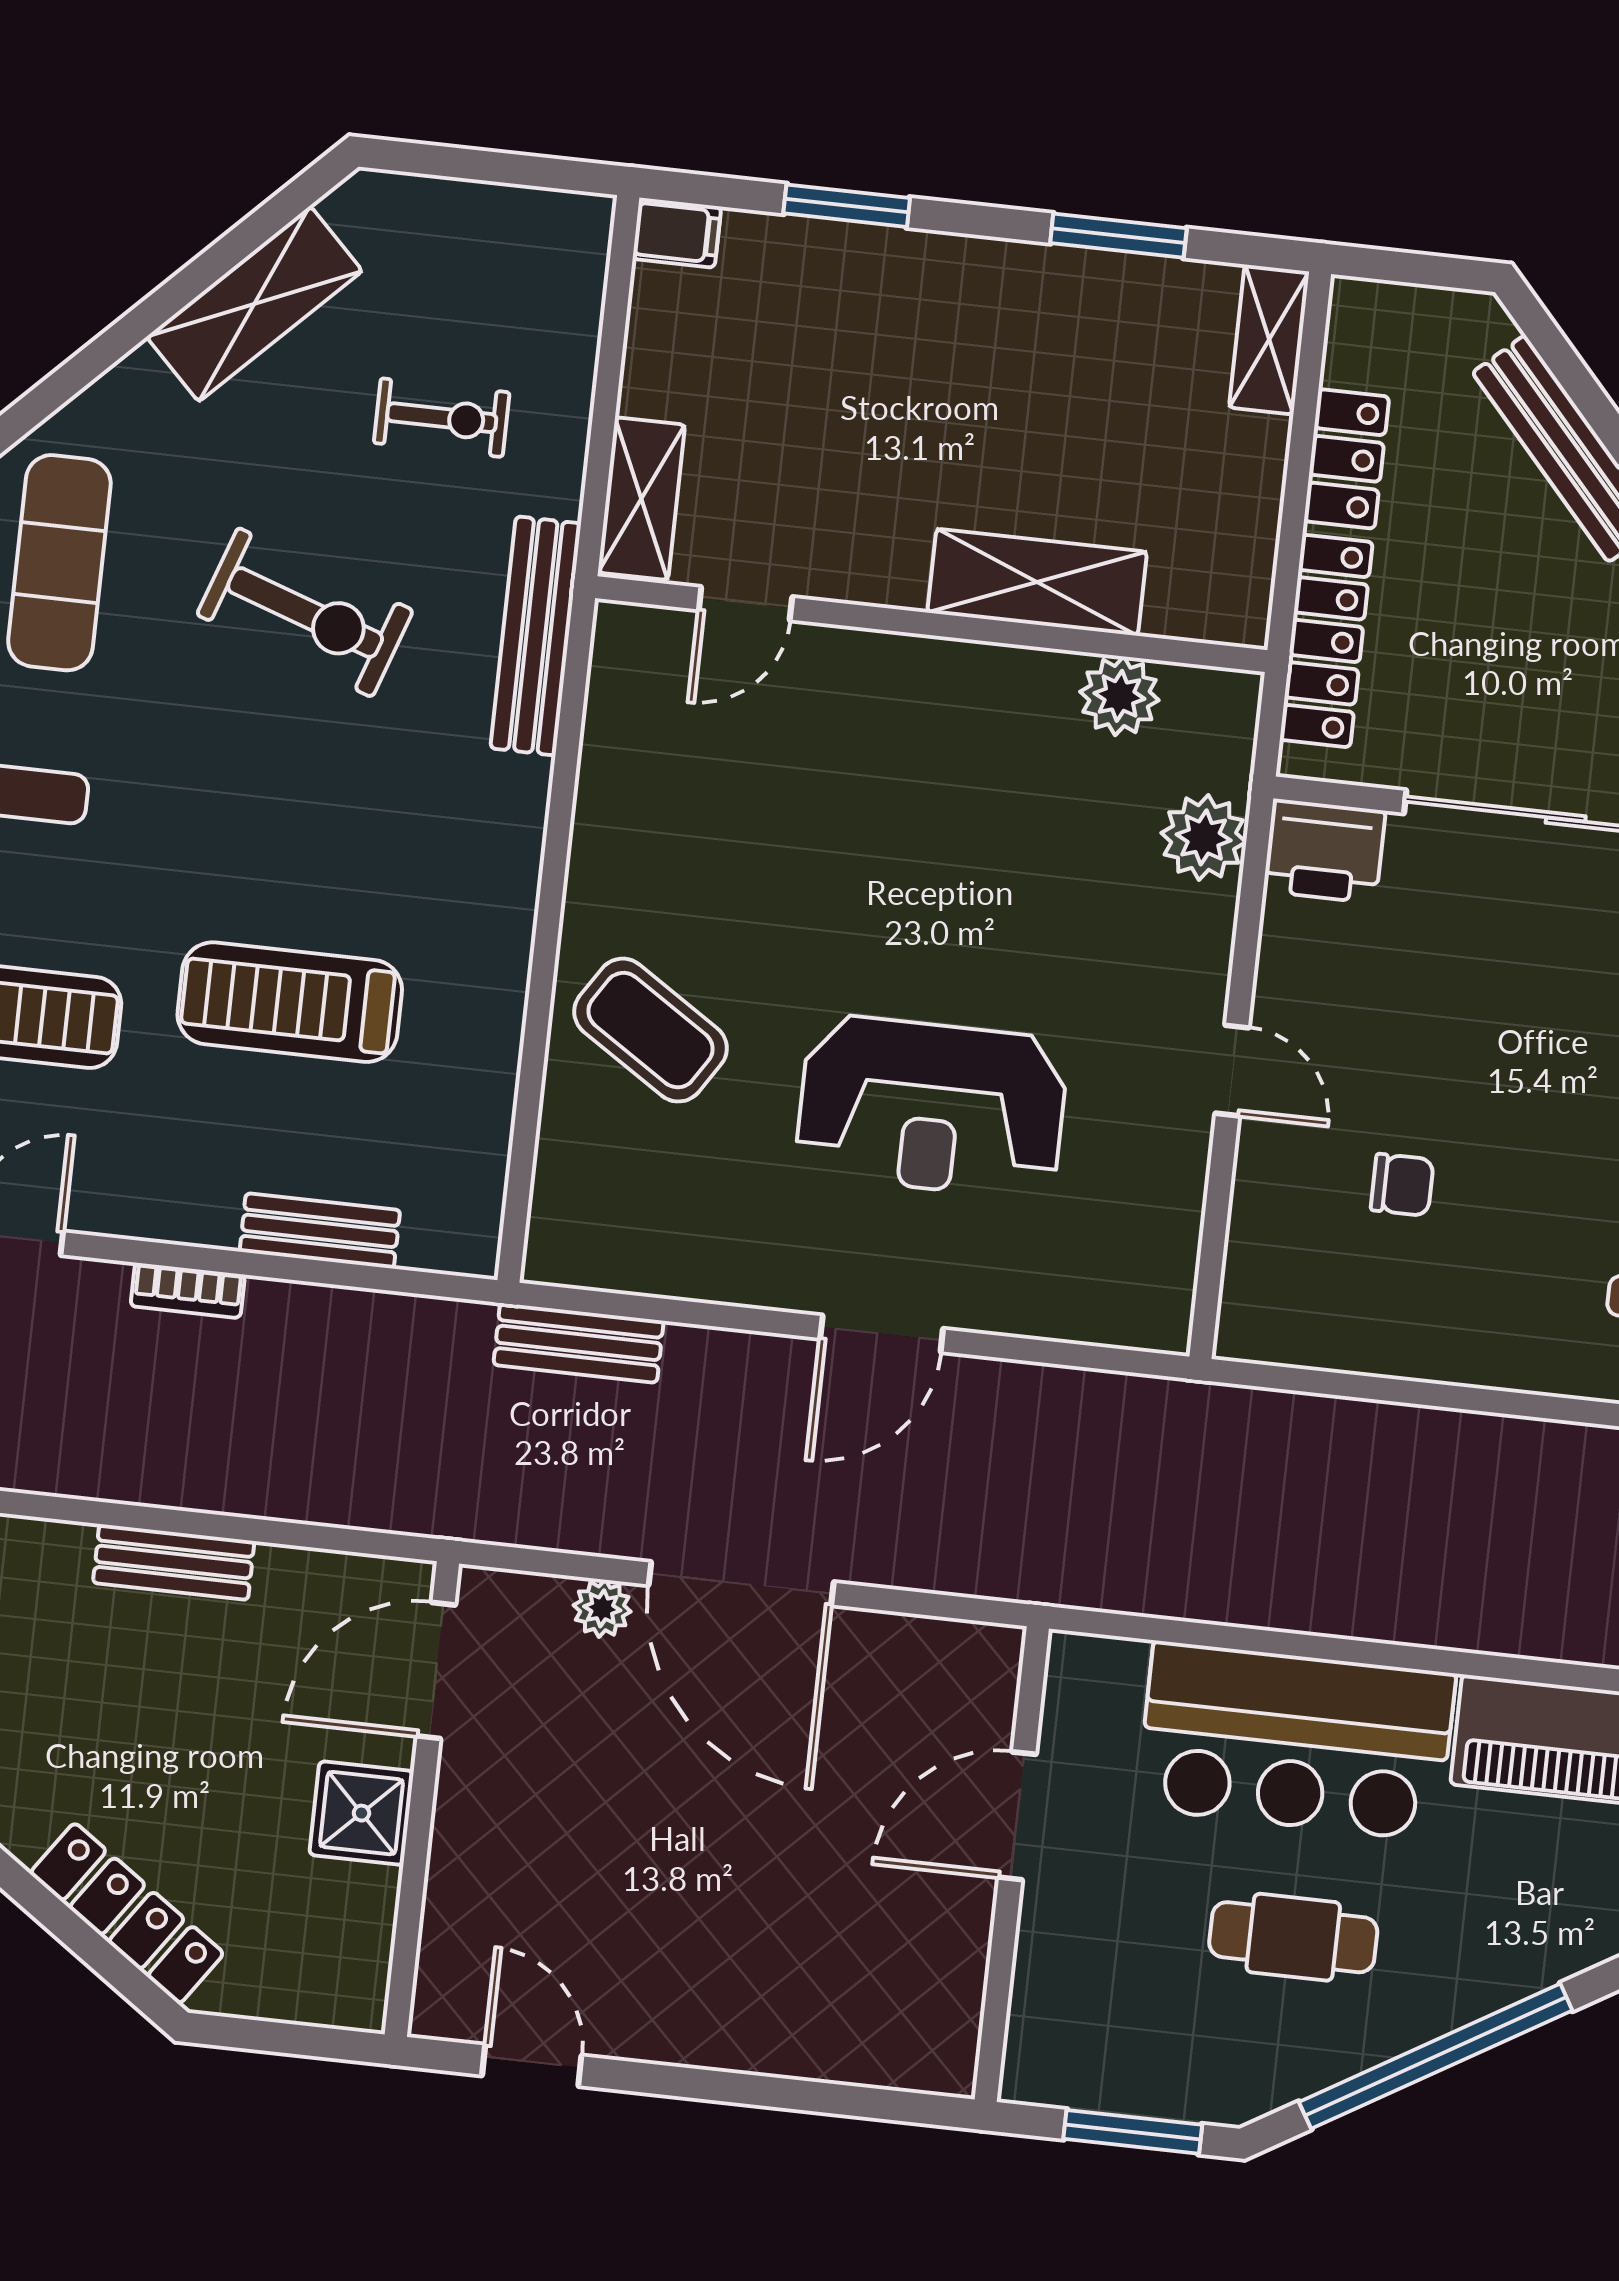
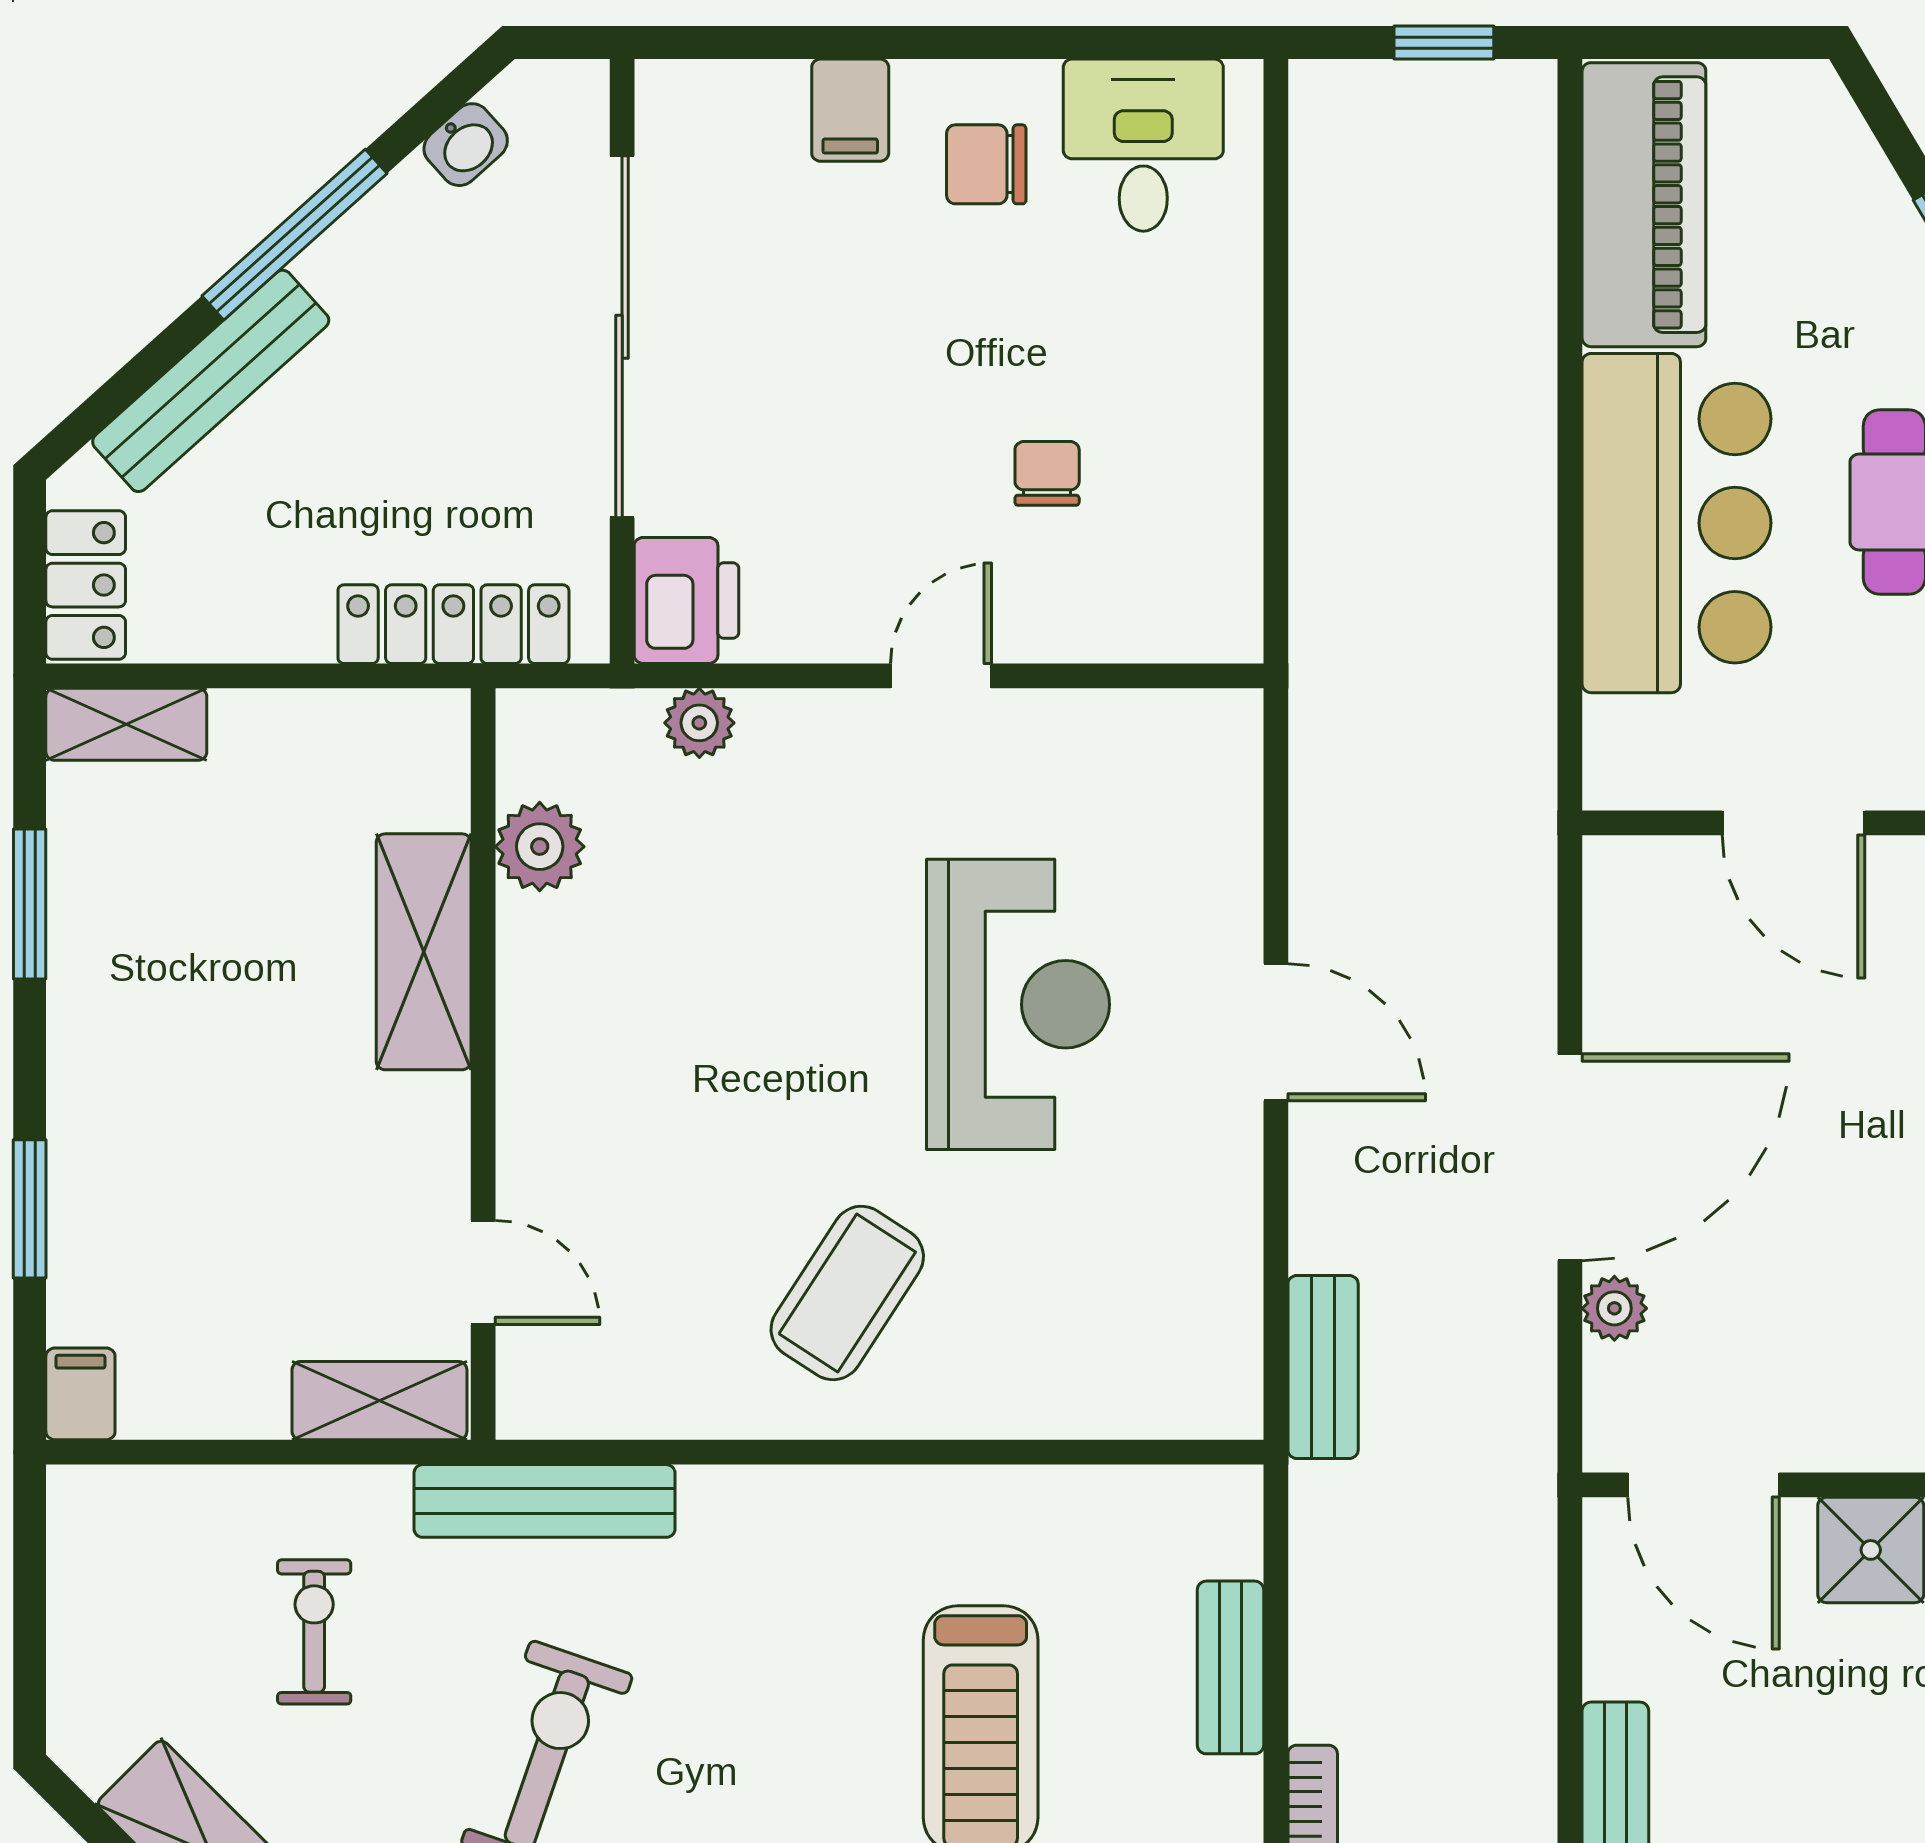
locker: (1346, 459) -> (86, 585), moved, turned 90
plant: (1204, 837) -> (699, 723), width x0.73, depth x0.73
coffee table: (650, 1030) -> (847, 1293), moved

